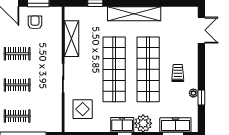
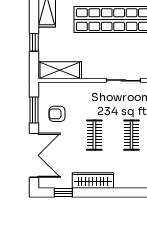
shelving: (72, 39) -> (60, 70), moved

